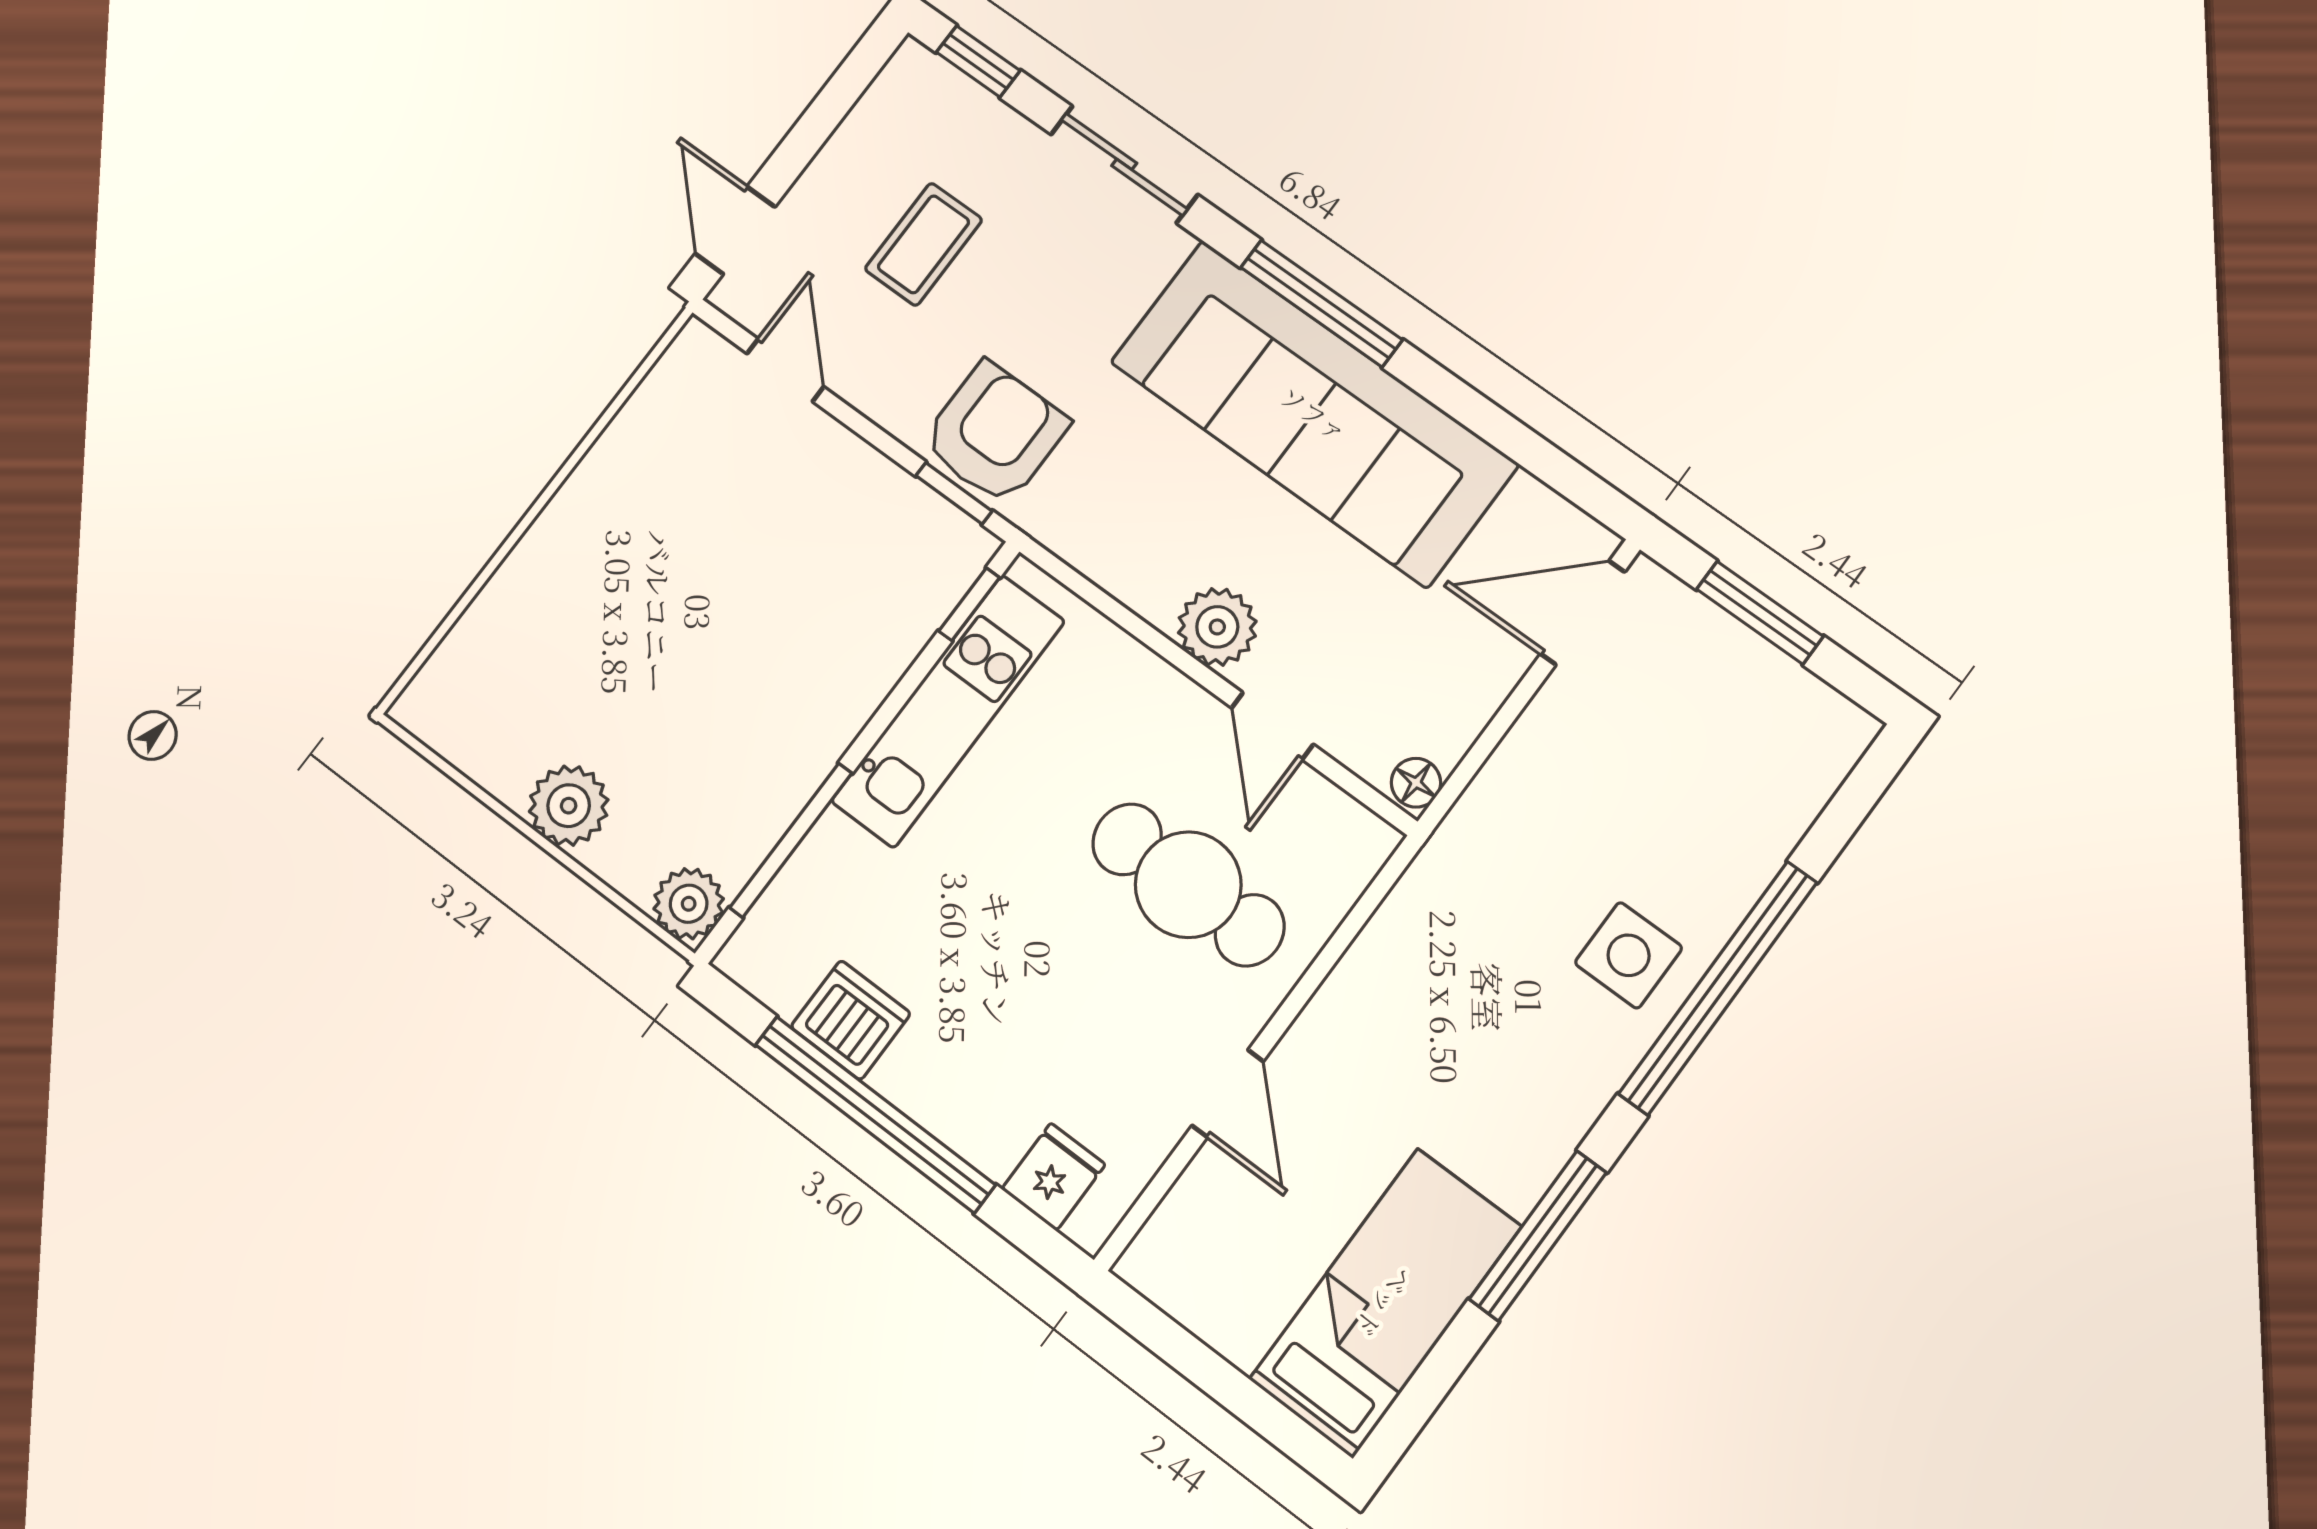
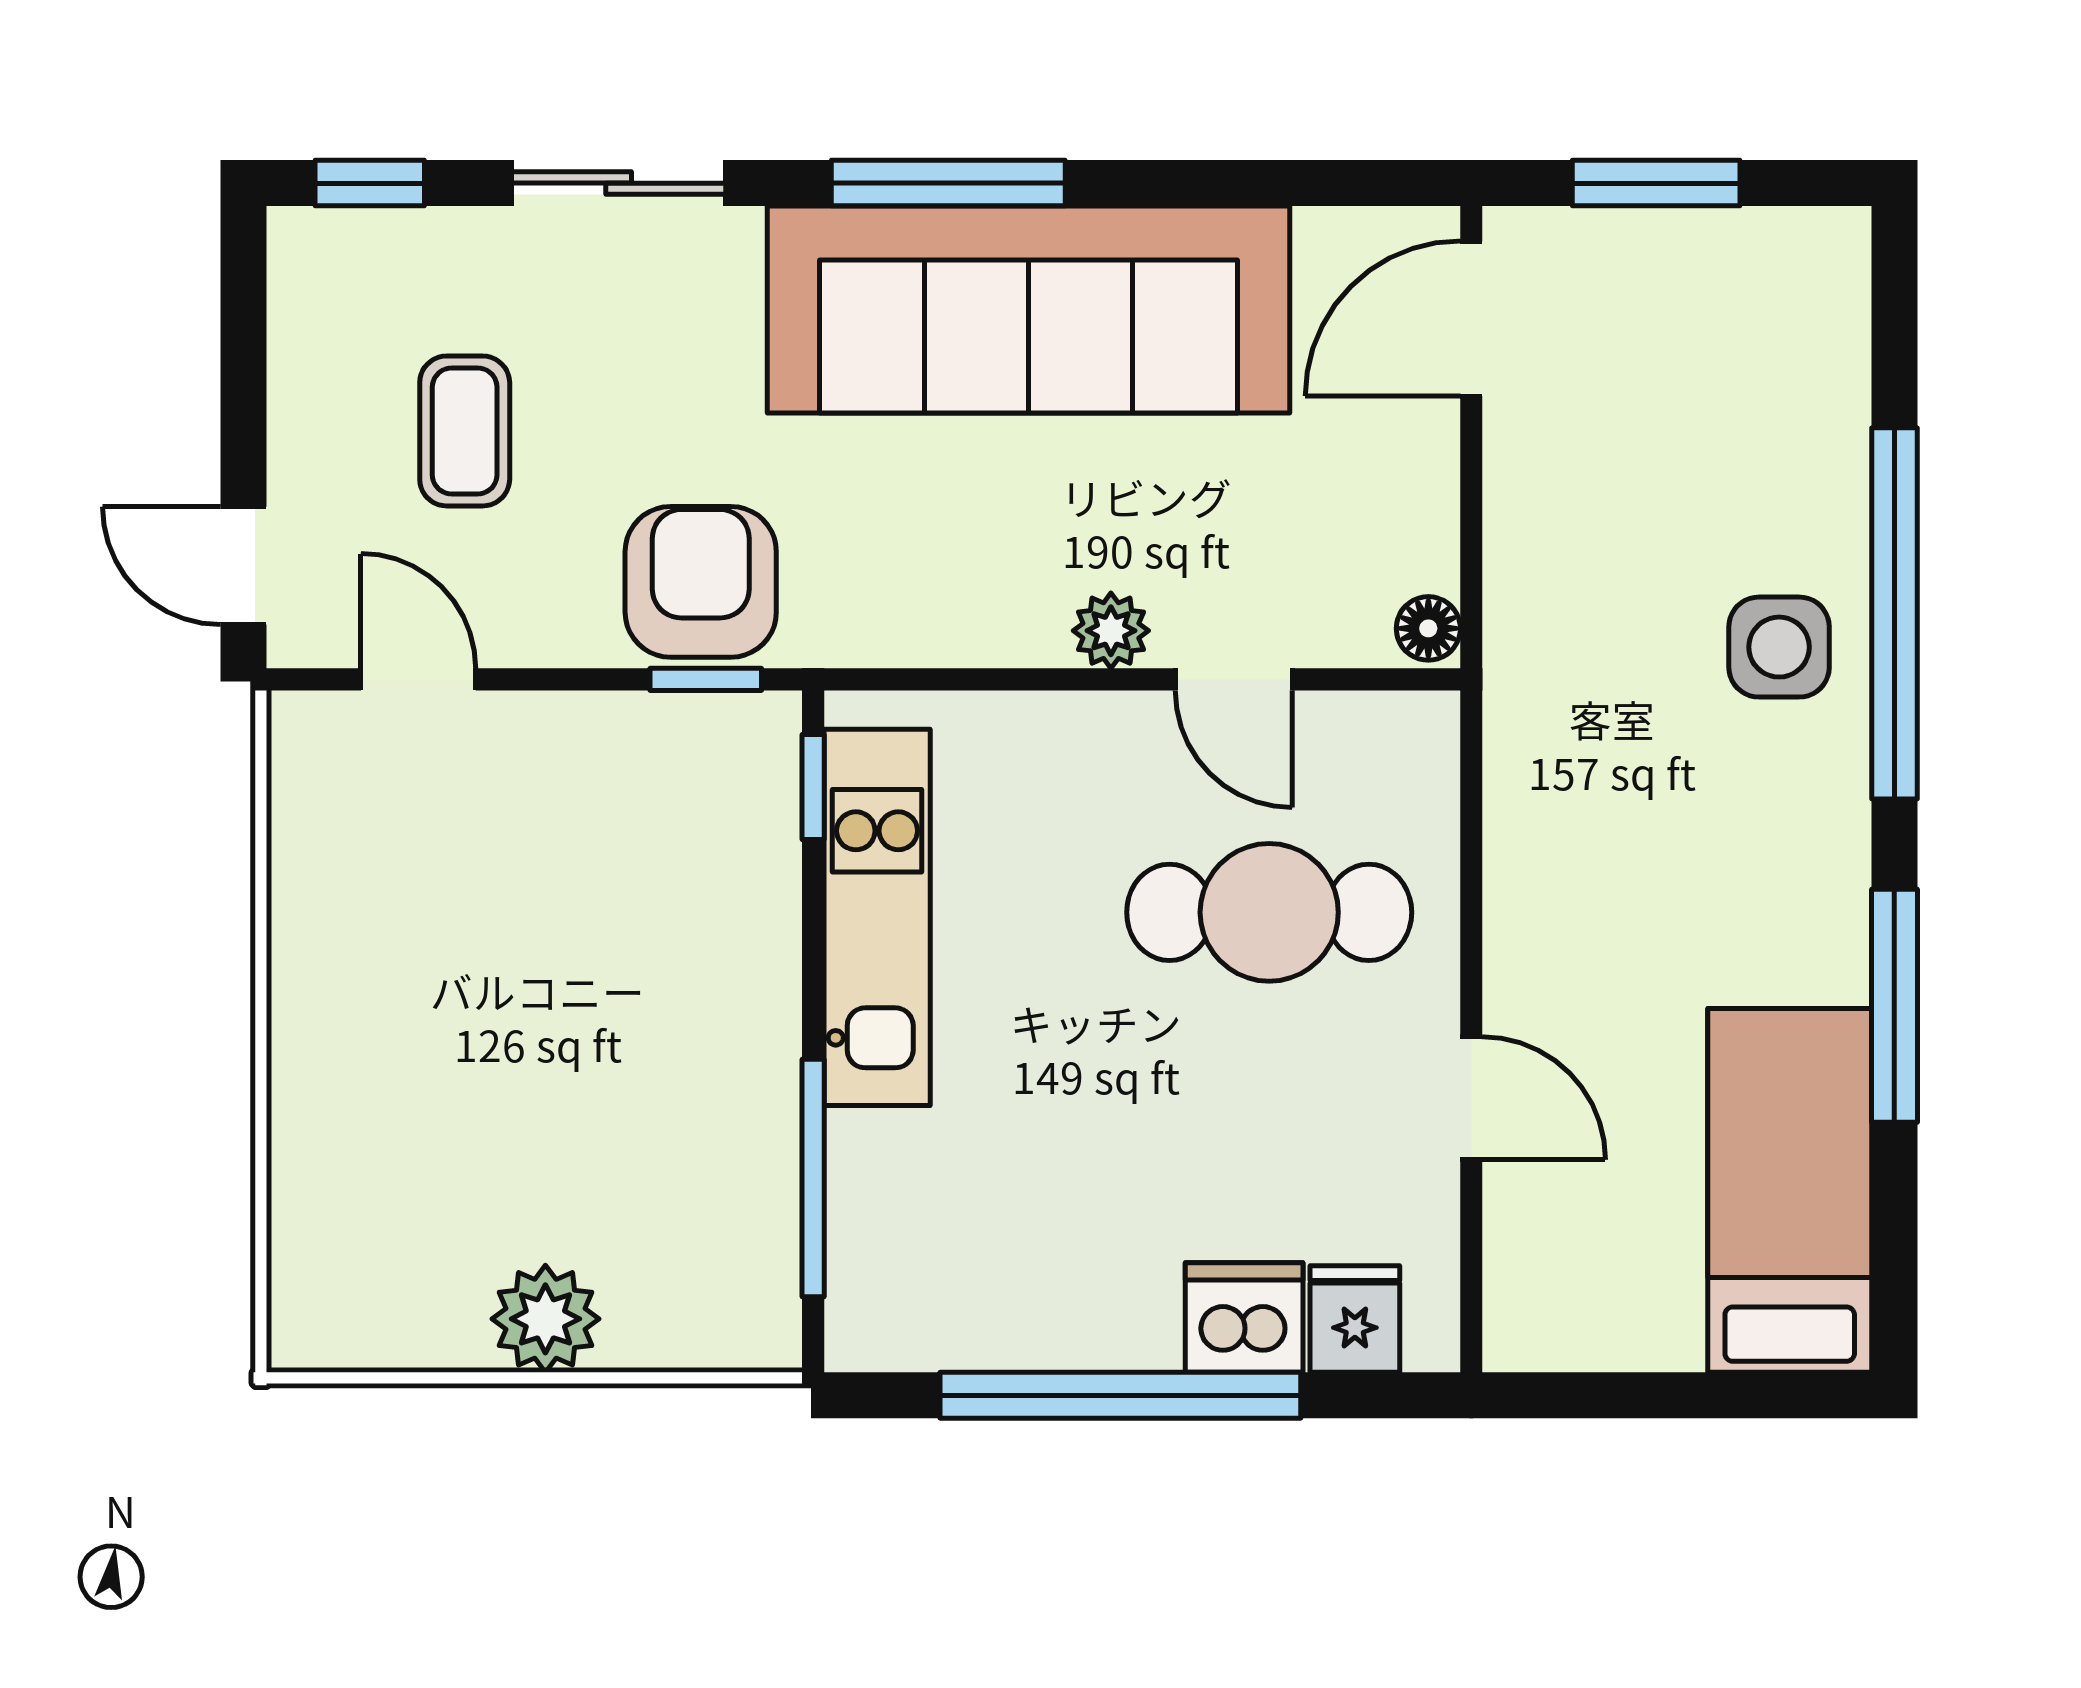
plant: (1217, 627) -> (1111, 631), width x0.73, depth x0.73
plant: (689, 904) -> (755, 1325), removed
dishwasher: (851, 1020) -> (1244, 1317), moved

